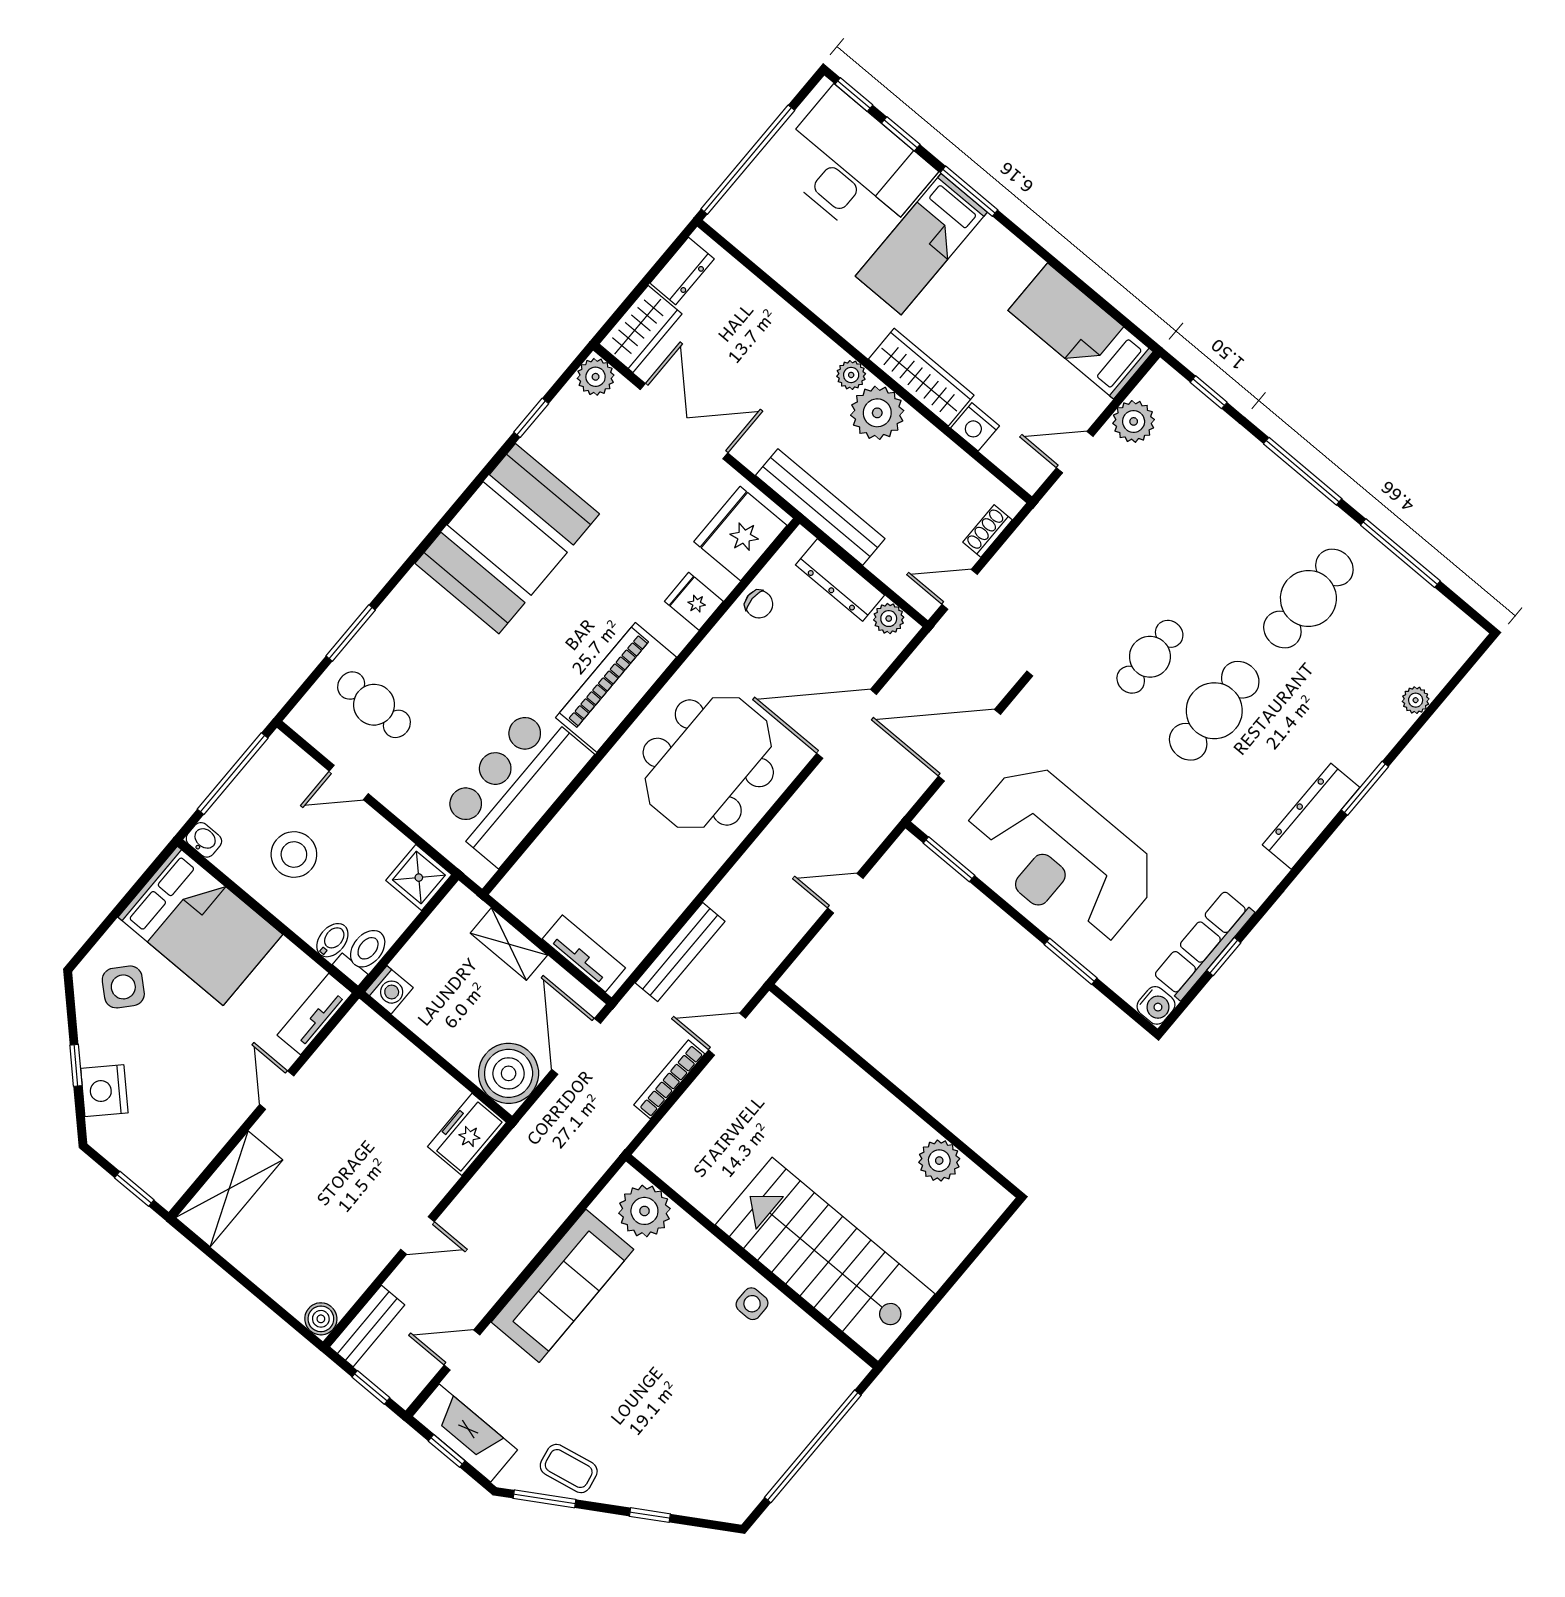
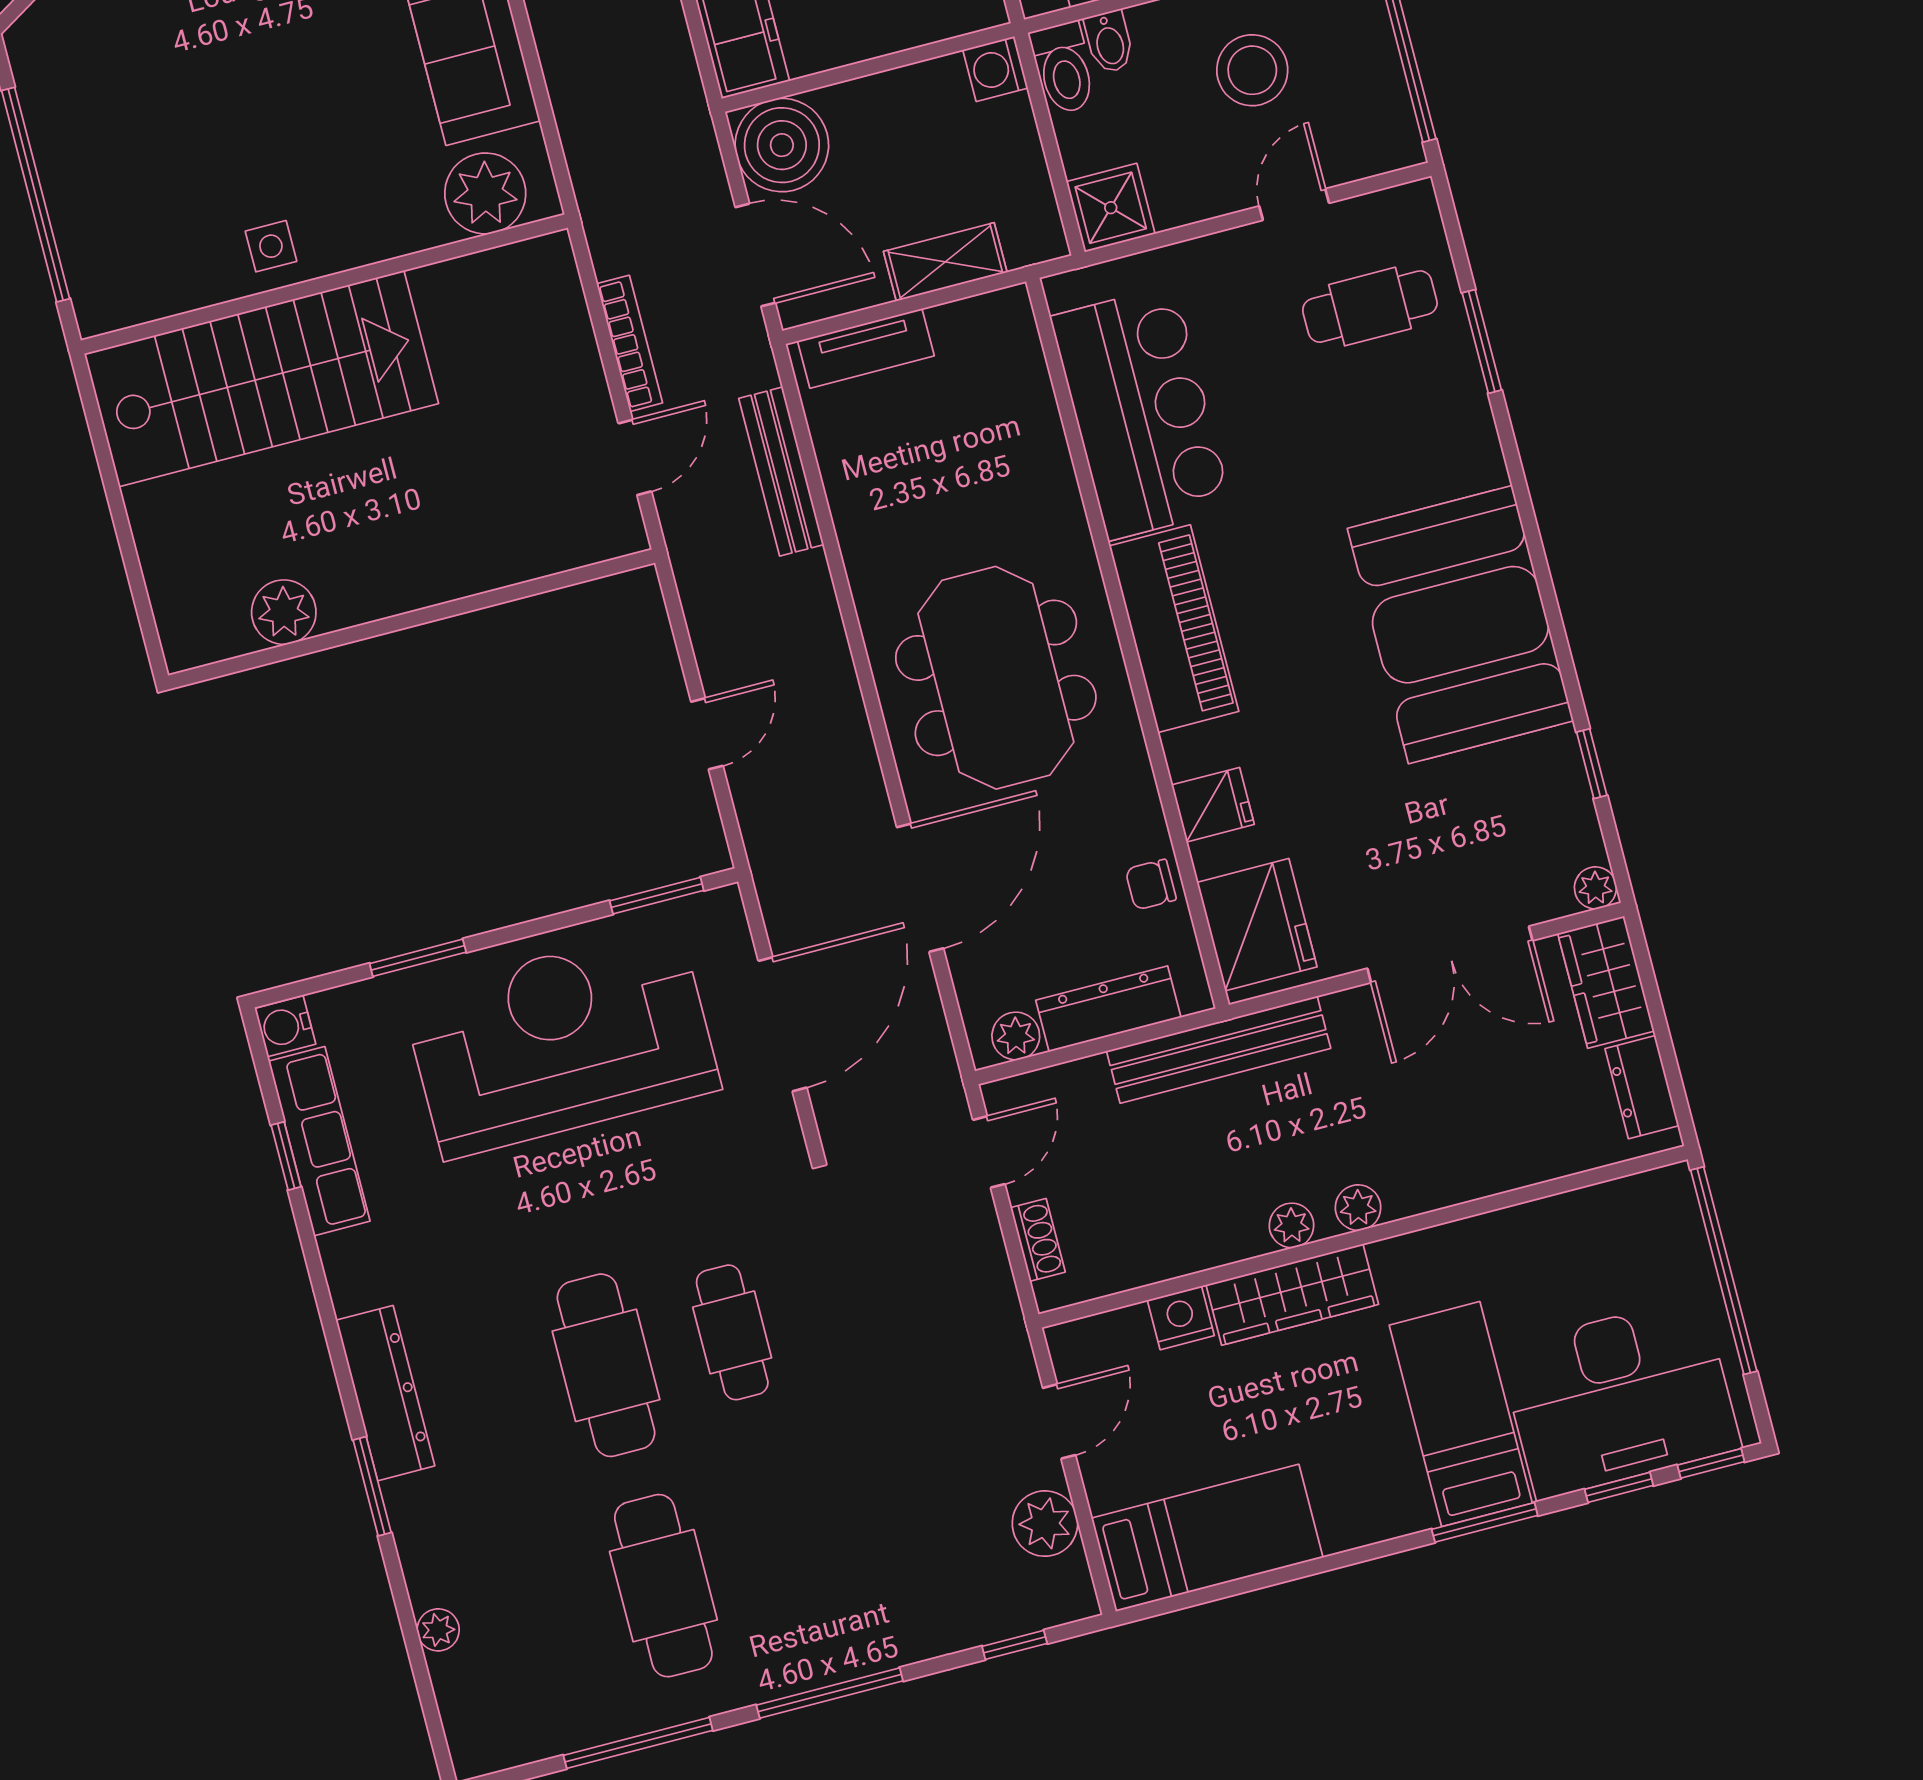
plant: (596, 377) -> (1595, 888), width x0.73, depth x0.73
plant: (877, 413) -> (1292, 1225), width x0.53, depth x0.53

